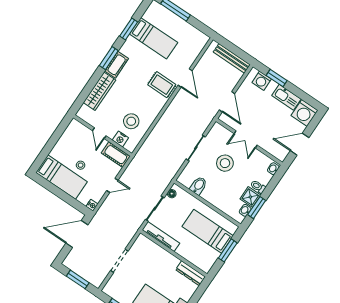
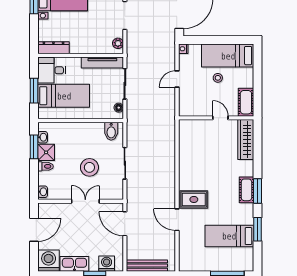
wardrobe: (99, 91) -> (246, 140), moved
stool: (131, 121) -> (199, 148), removed
nightstand: (120, 139) -> (198, 126), removed
cot: (116, 155) -> (246, 102), moved, turned 90
bidet: (198, 186) -> (111, 131), moved
plant: (139, 243) -> (118, 43), added
desk: (204, 257) -> (52, 70), added

